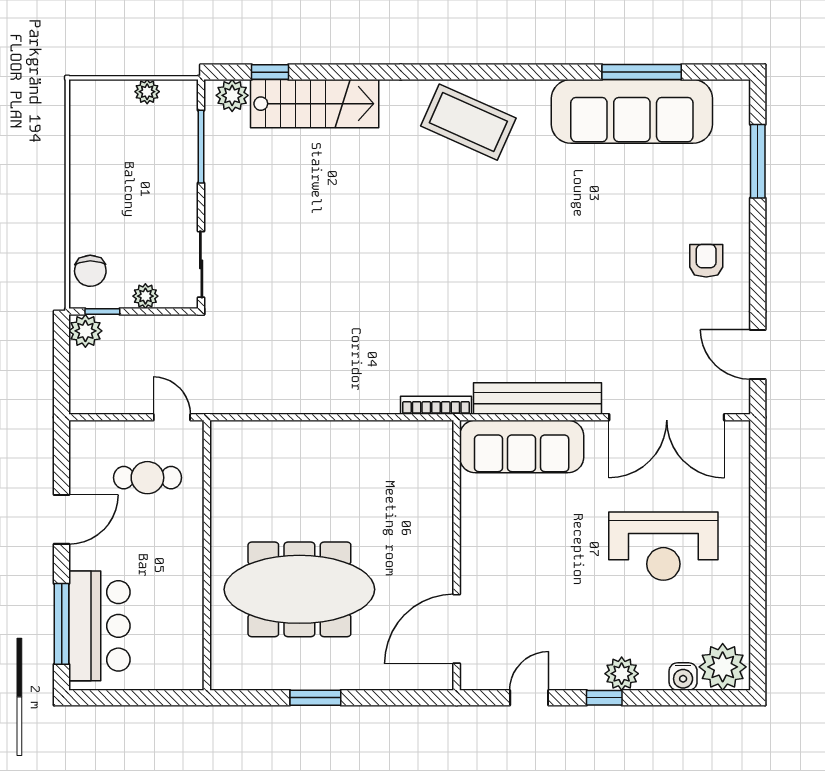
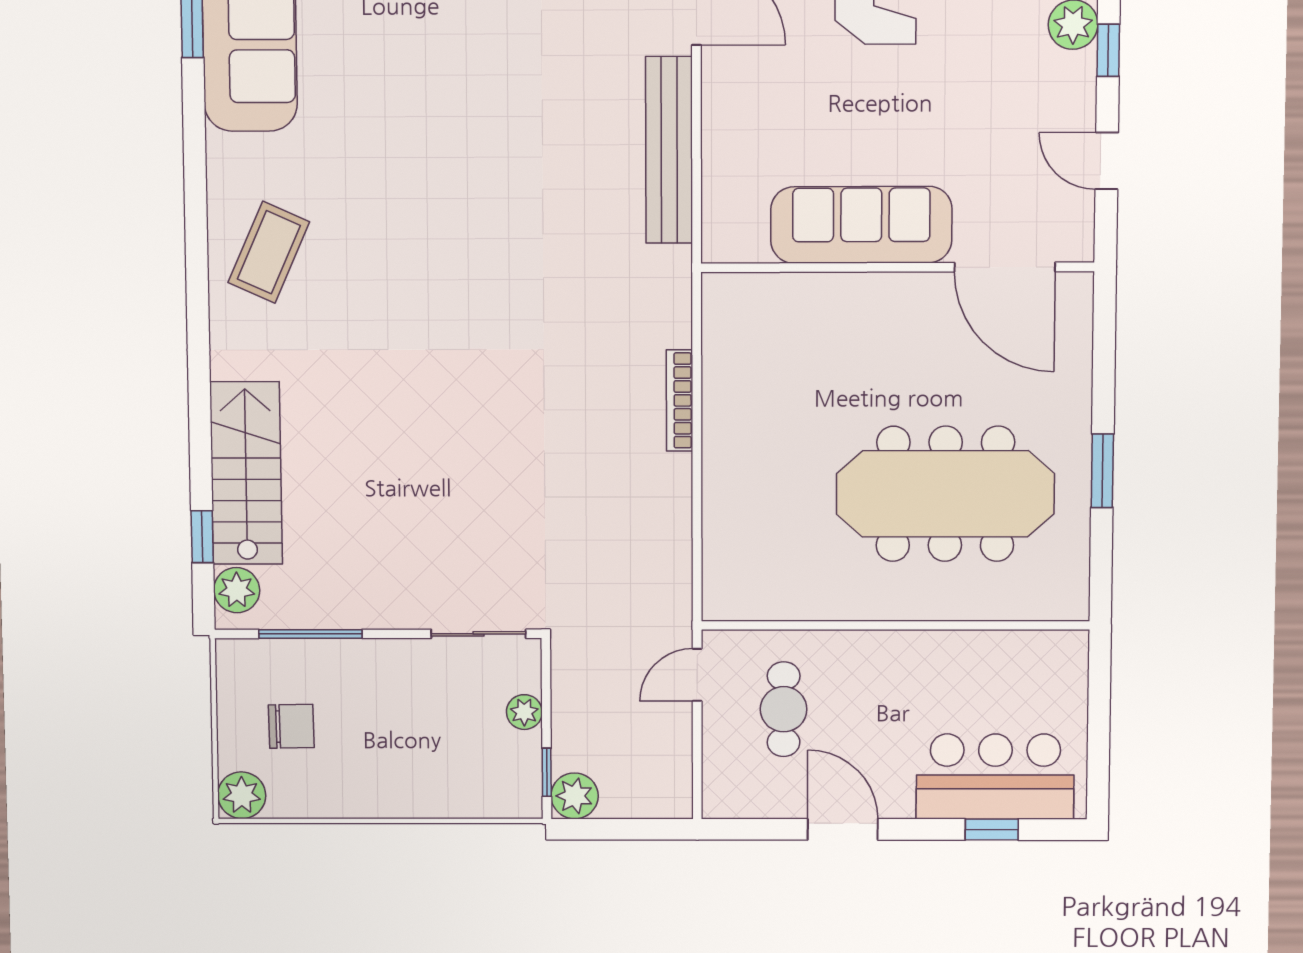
plant: (147, 92) -> (242, 795), moved, width x1.38, depth x1.38
coffee table: (468, 122) -> (269, 252), width x0.73, depth x0.76
chair: (90, 271) -> (291, 726), moved
bookcase: (436, 405) -> (679, 400), moved
sofa: (522, 446) -> (861, 225), moved, turned -90
meeting table: (299, 589) -> (945, 494), turned 90
window: (62, 624) -> (992, 829), width x0.46

